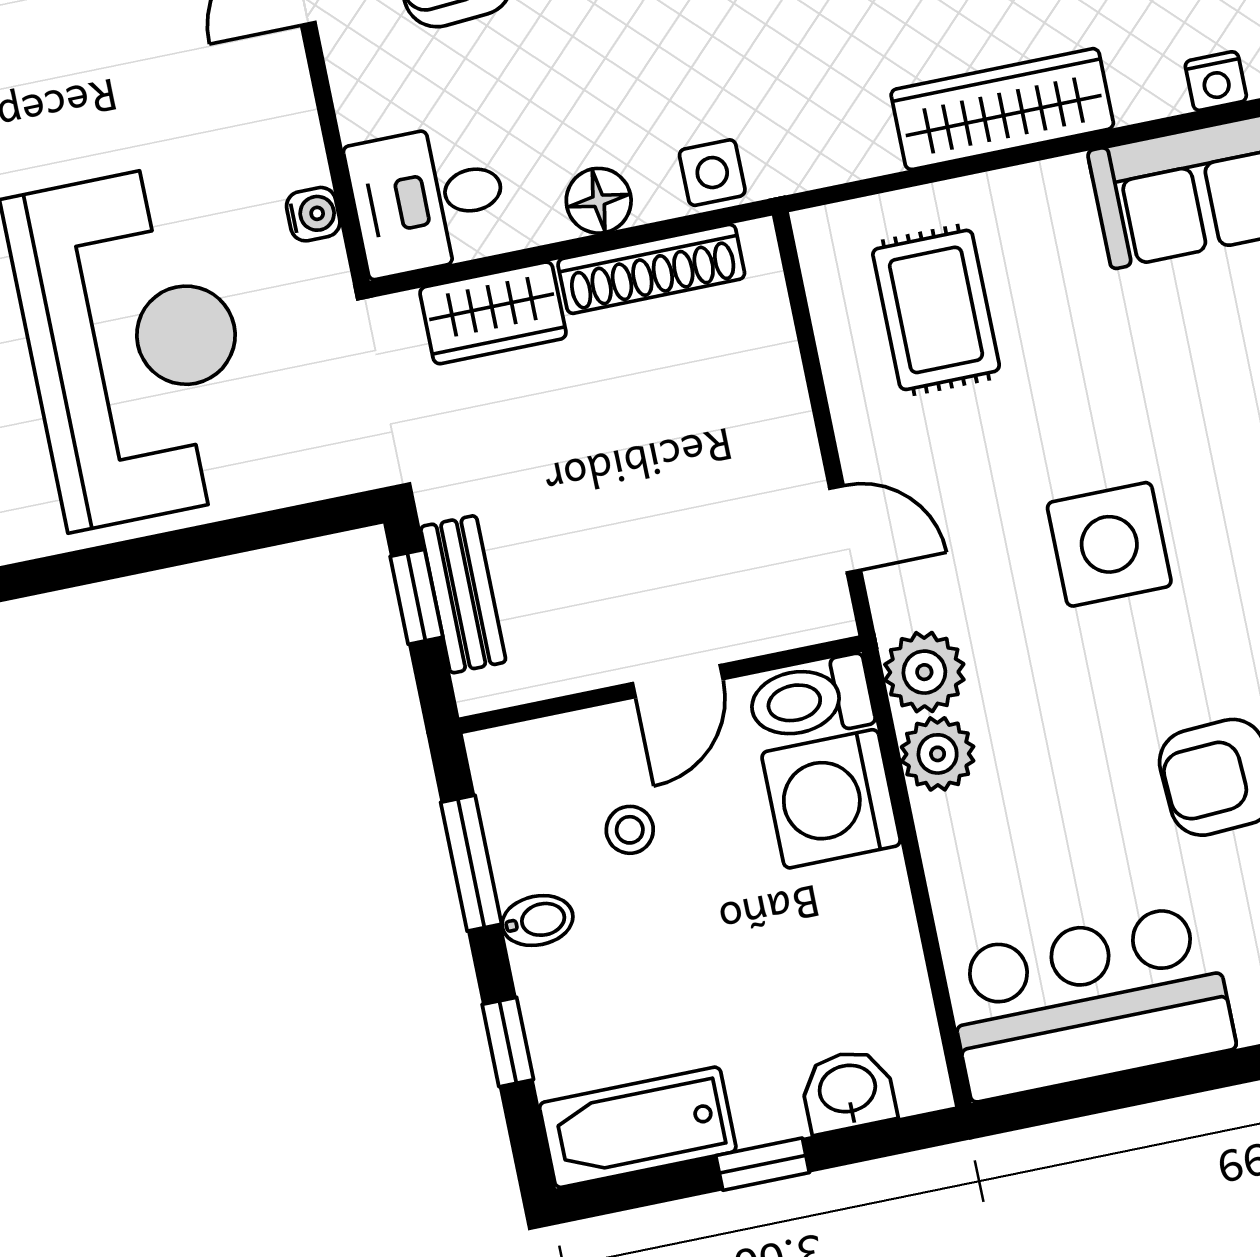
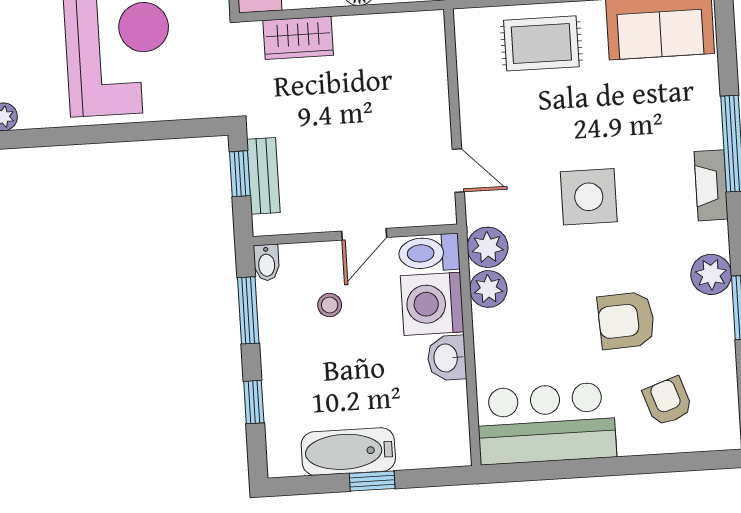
shoe rack: (651, 269) -> (380, 27), removed
rug: (936, 310) -> (541, 43), moved, turned 90
bidet: (538, 921) -> (266, 263), moved, turned 90
washbasin: (848, 1091) -> (447, 358), moved, turned -90
bathtub: (638, 1127) -> (348, 452), moved

